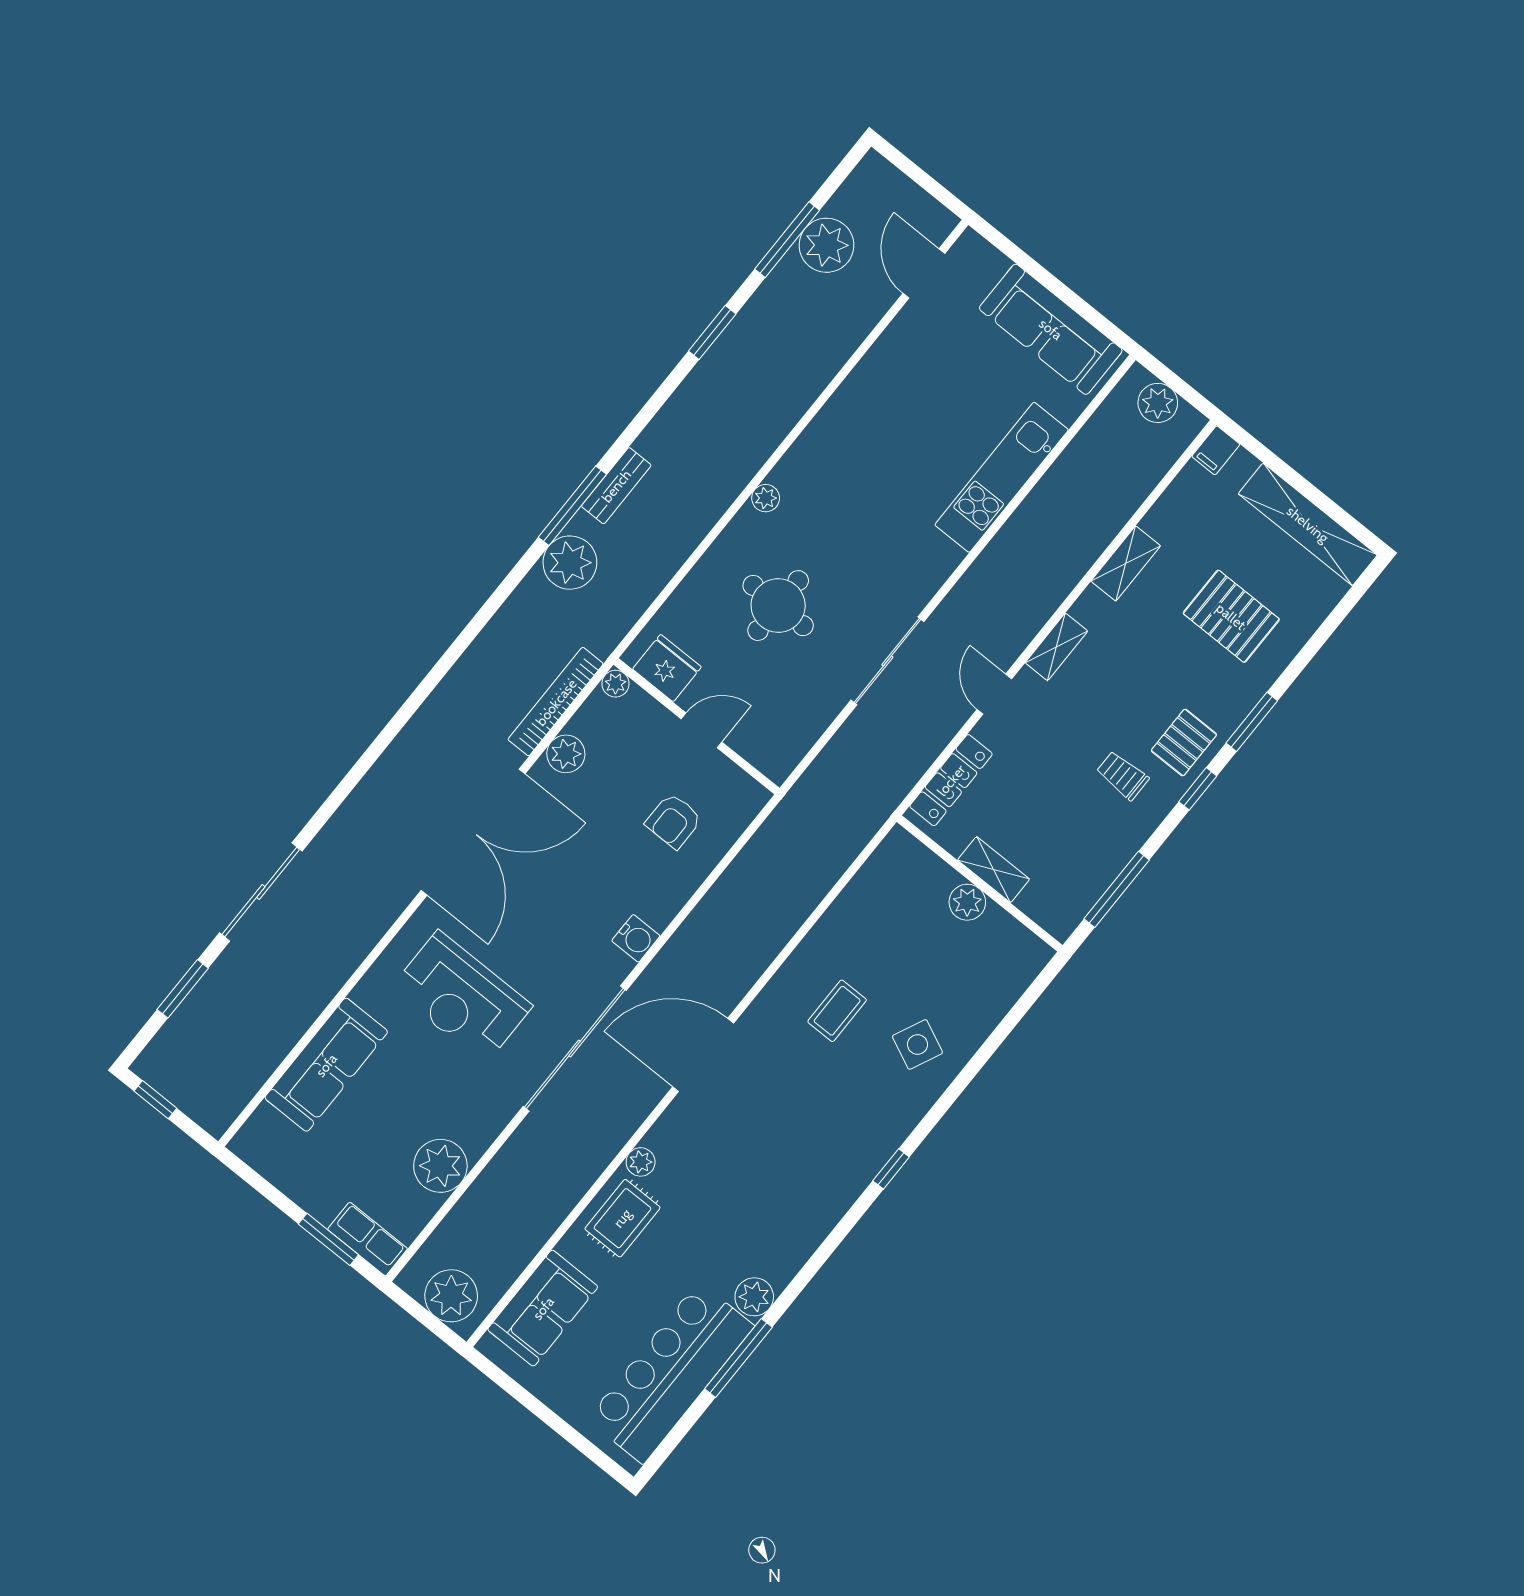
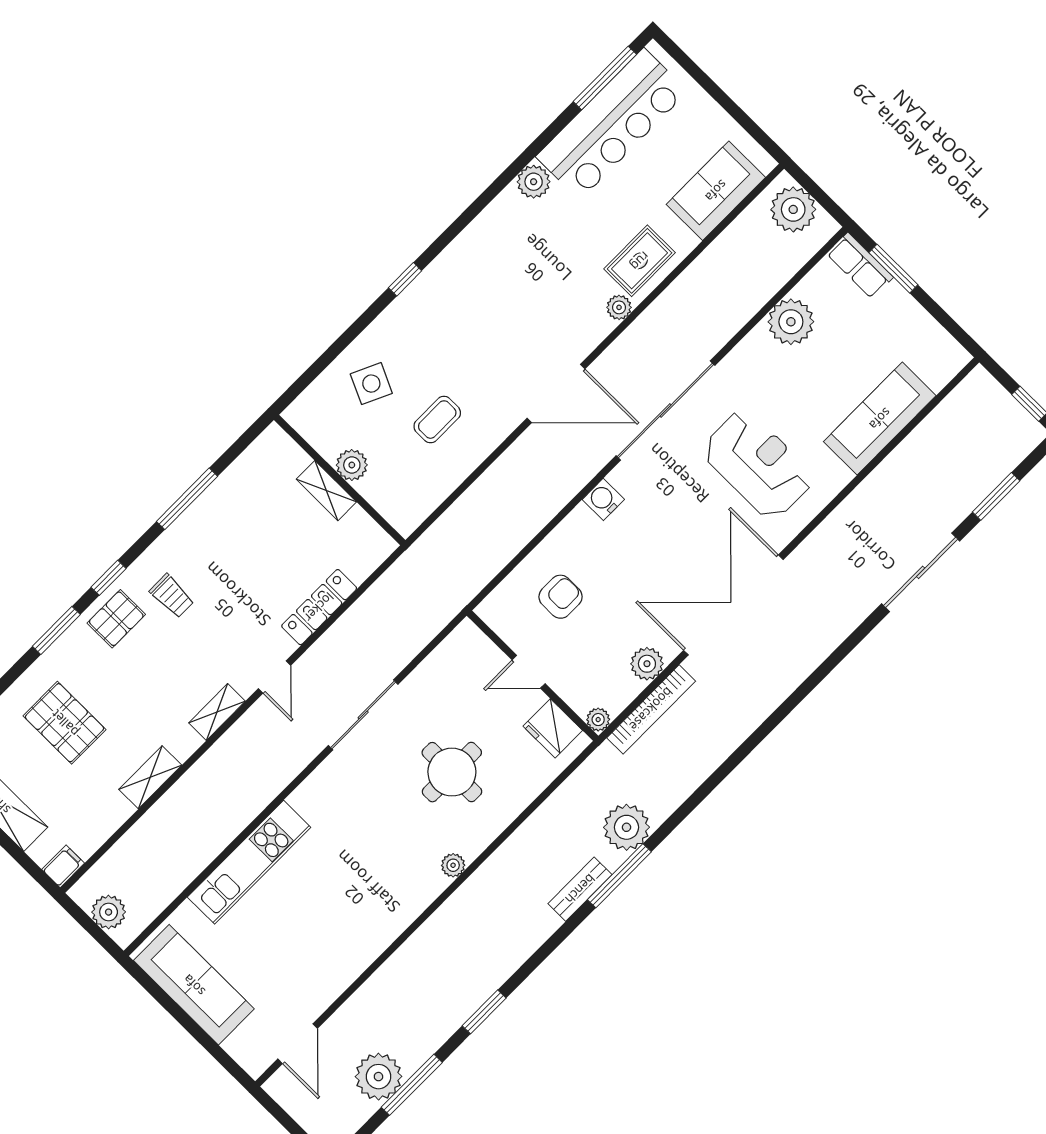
shelving: (994, 870) -> (326, 491), moved
wall: (980, 883) -> (340, 480), moved
plant: (967, 902) -> (352, 465), moved
window: (738, 1358) -> (605, 78), moved

